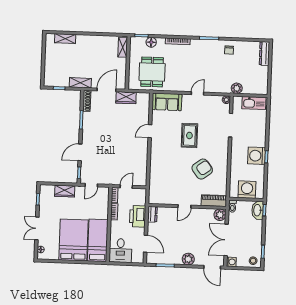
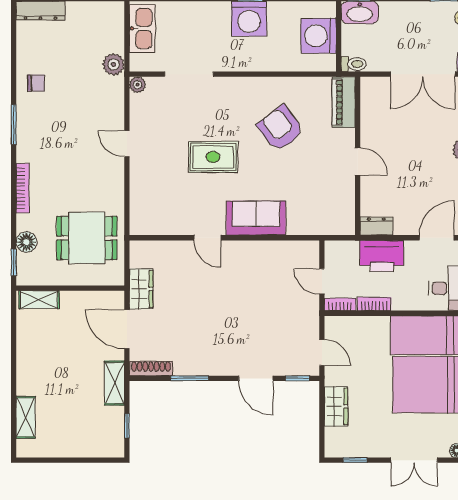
sofa: (167, 102) -> (256, 218), moved, turned -90
plant: (220, 215) -> (372, 89), removed

